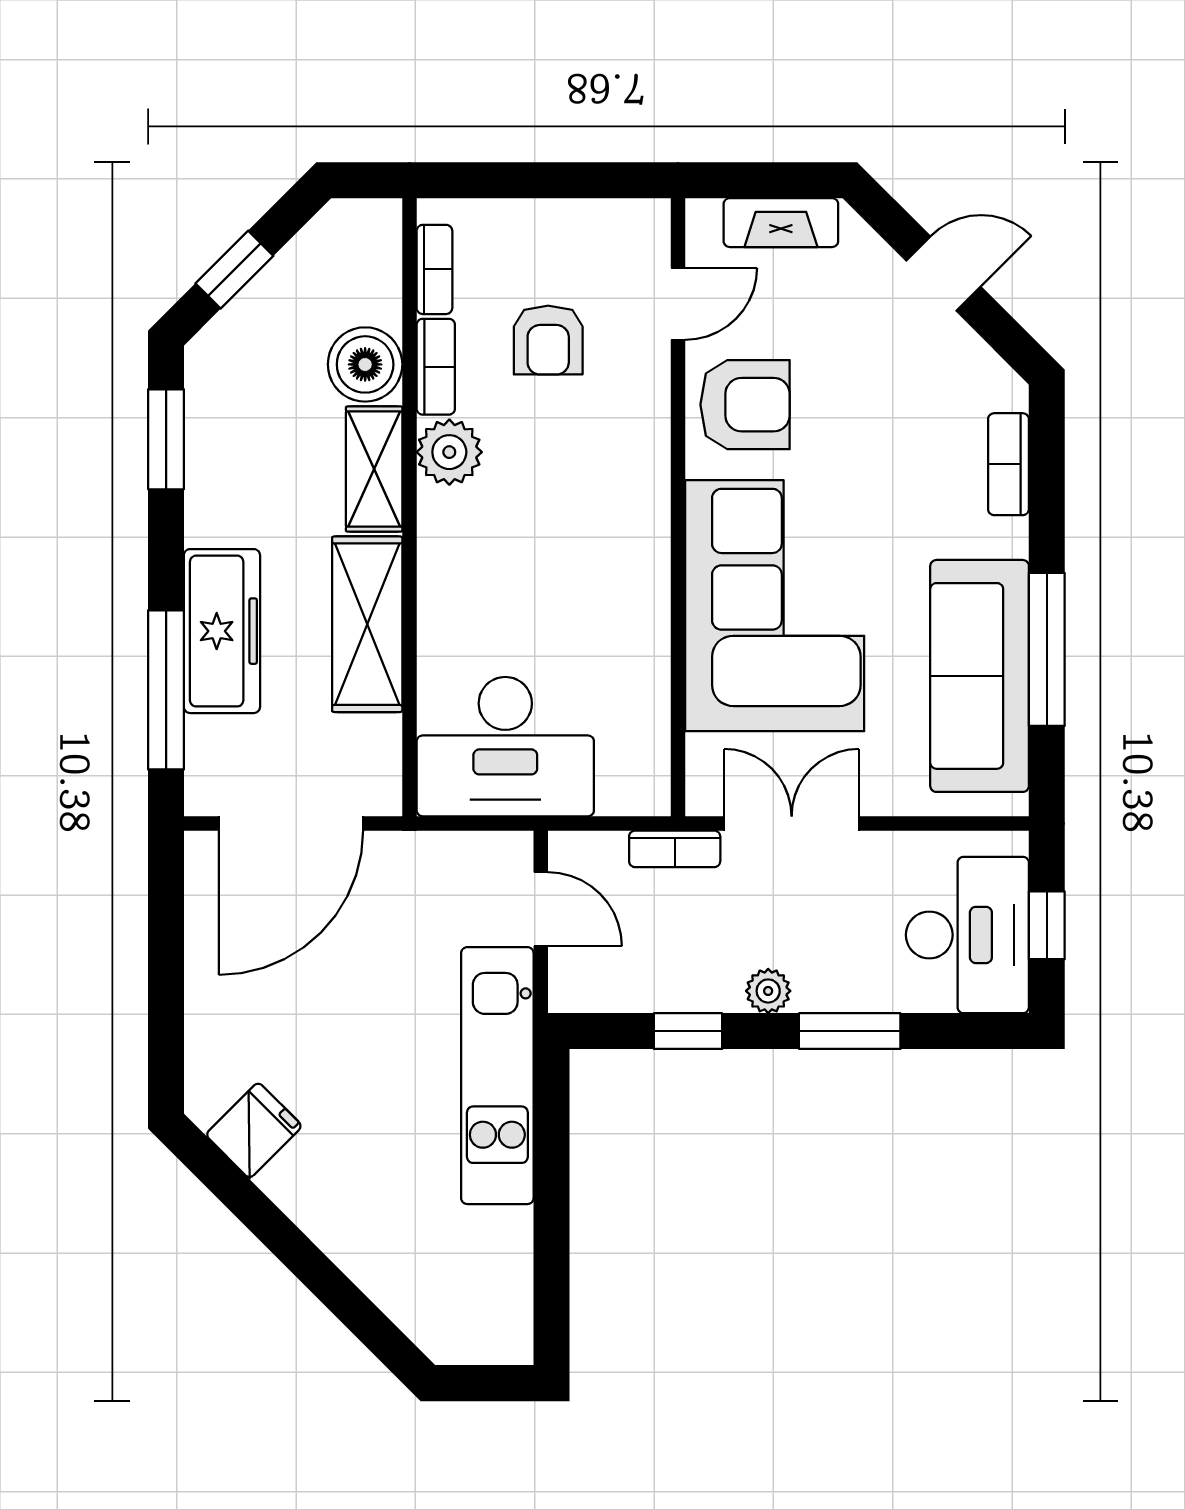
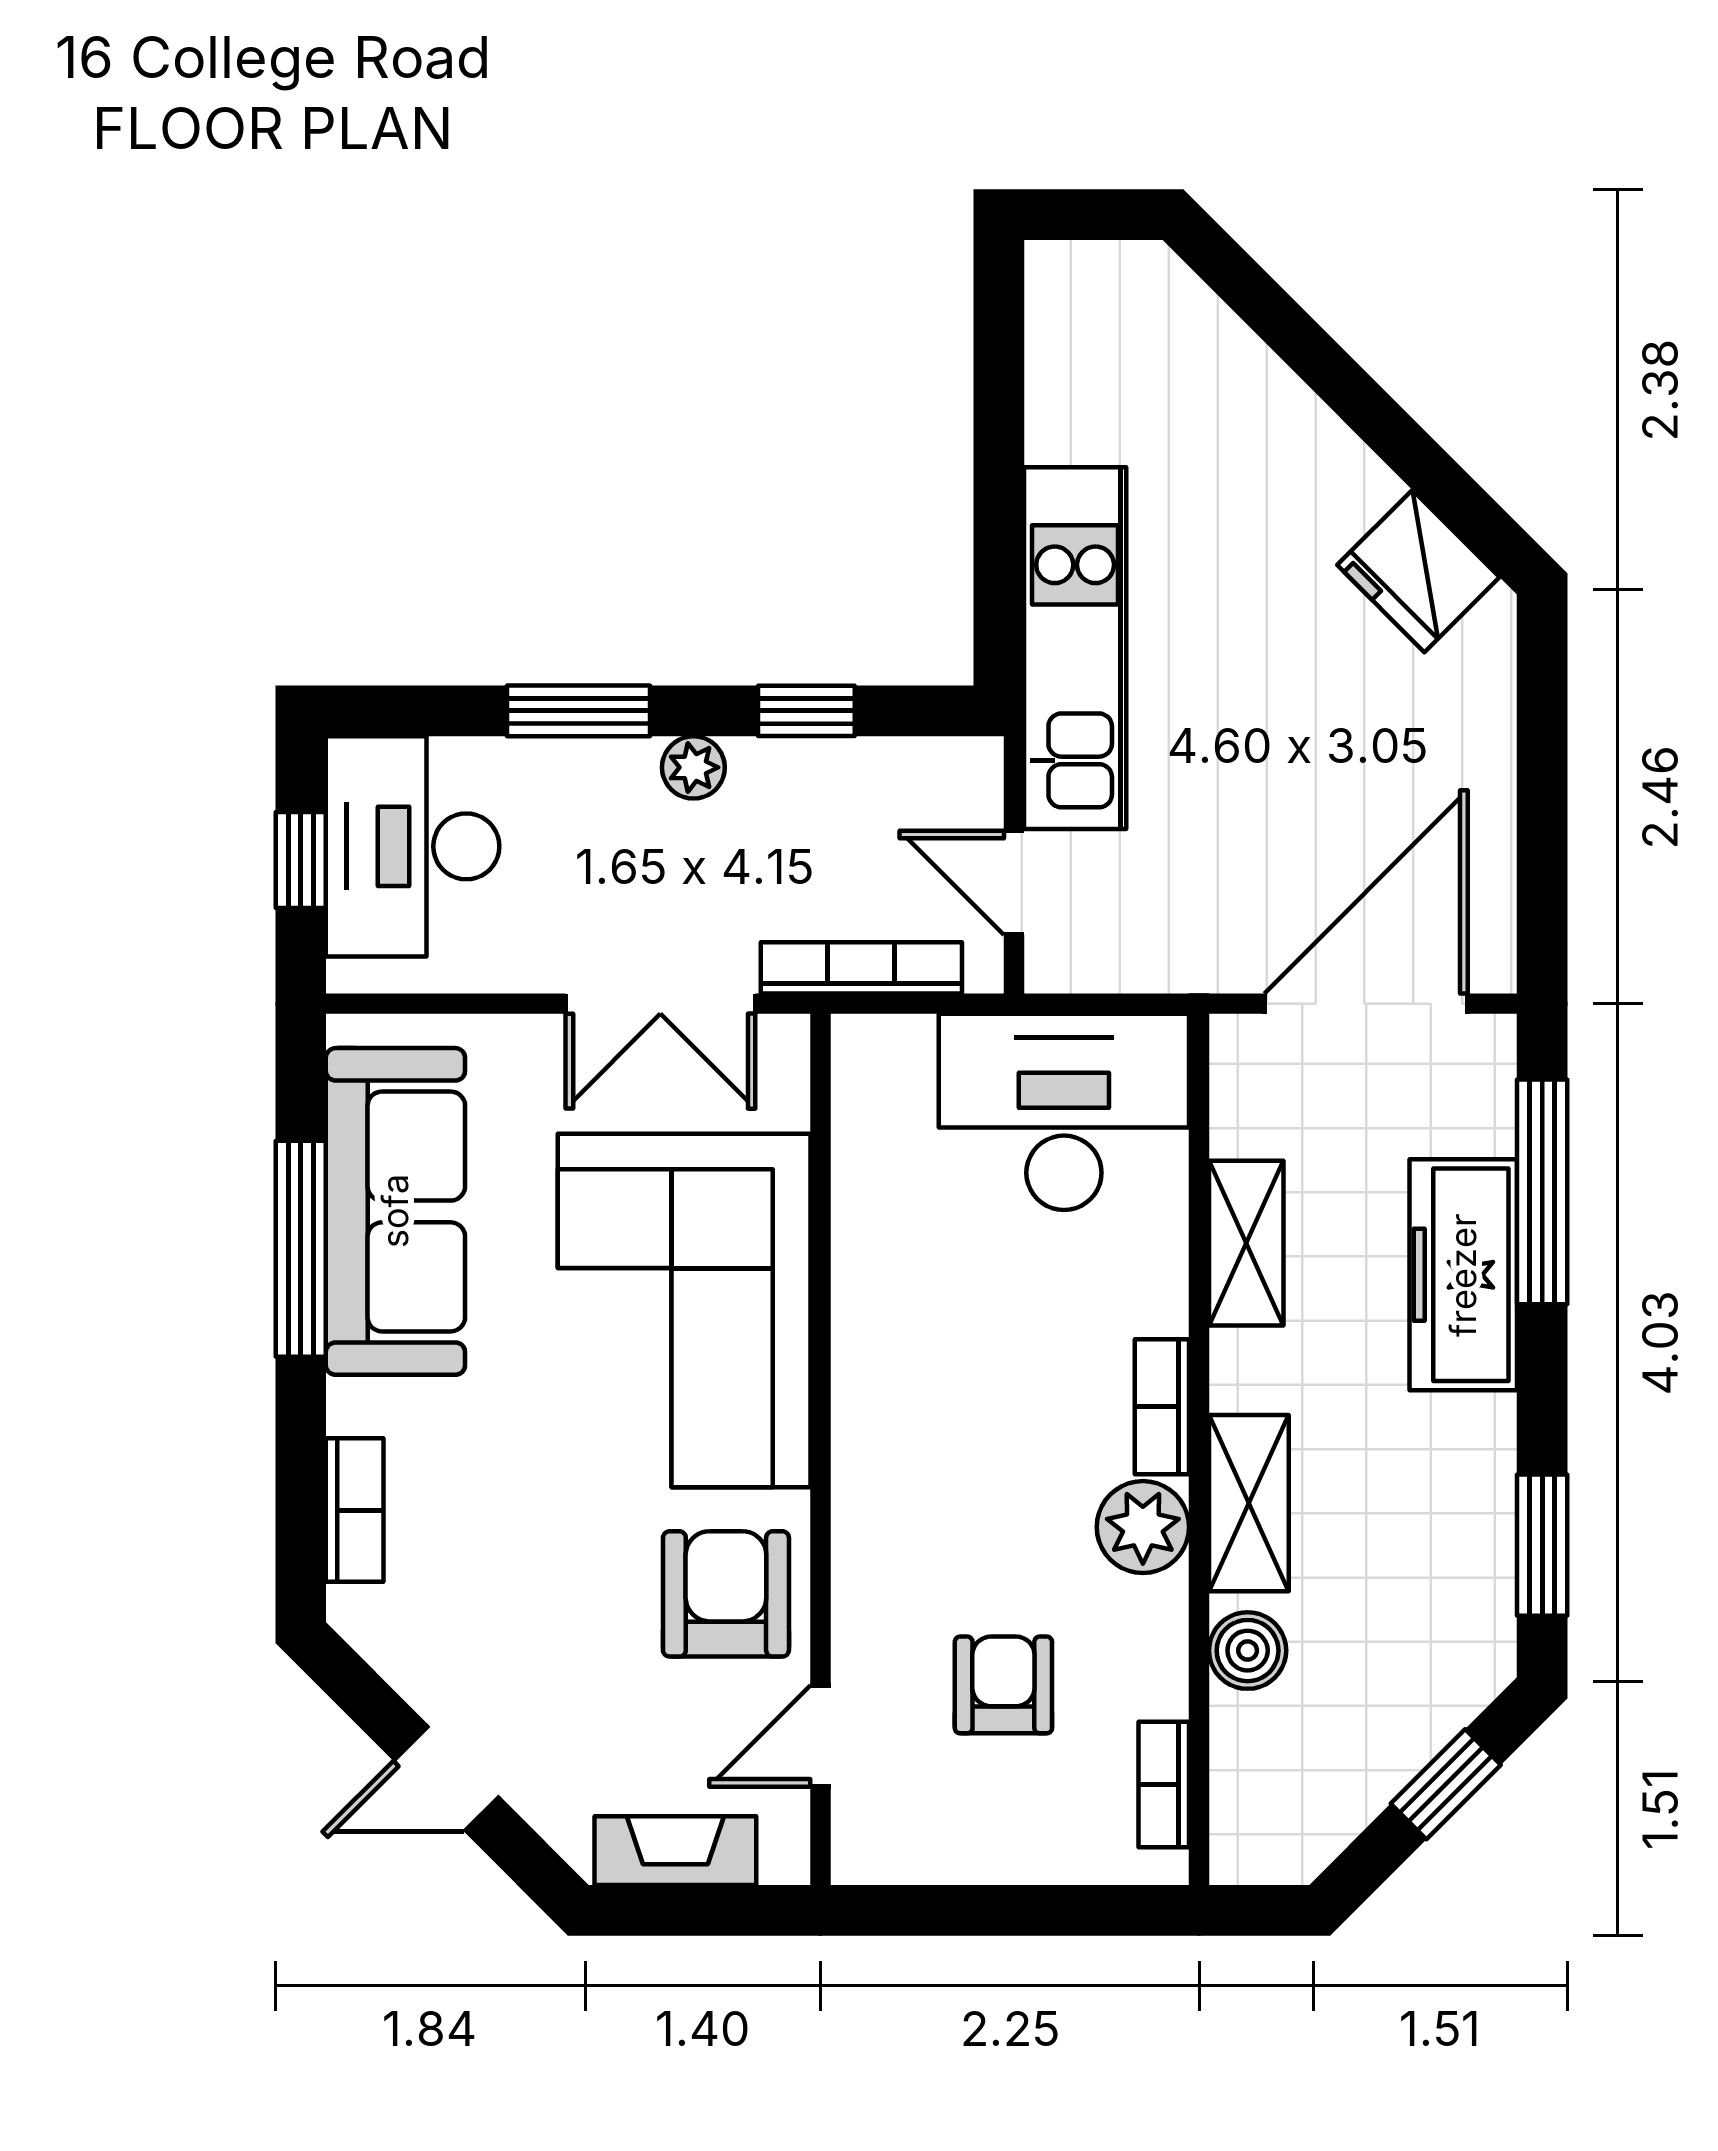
boiler: (365, 364) -> (1248, 1651), width x0.73, depth x0.73
bookcase: (436, 367) -> (1162, 1407), moved
armchair: (745, 405) -> (726, 1594), turned 90
shelving: (367, 624) -> (1246, 1243), width x0.67, depth x0.75
bookcase: (675, 849) -> (861, 968), width x1.56
fridge: (254, 1130) -> (1418, 571), width x1.38

